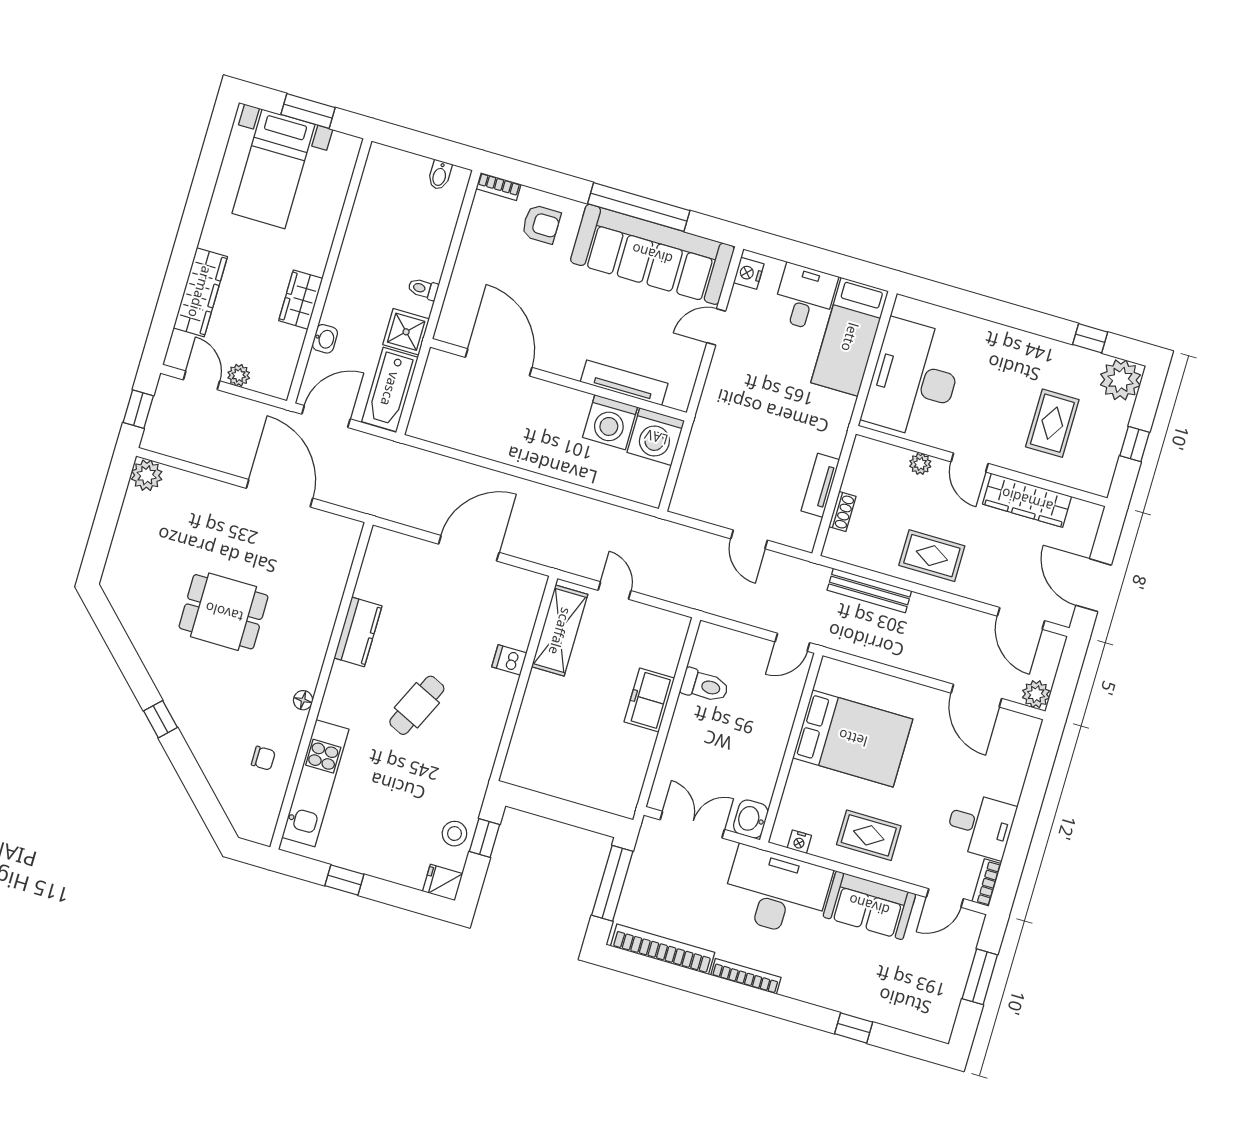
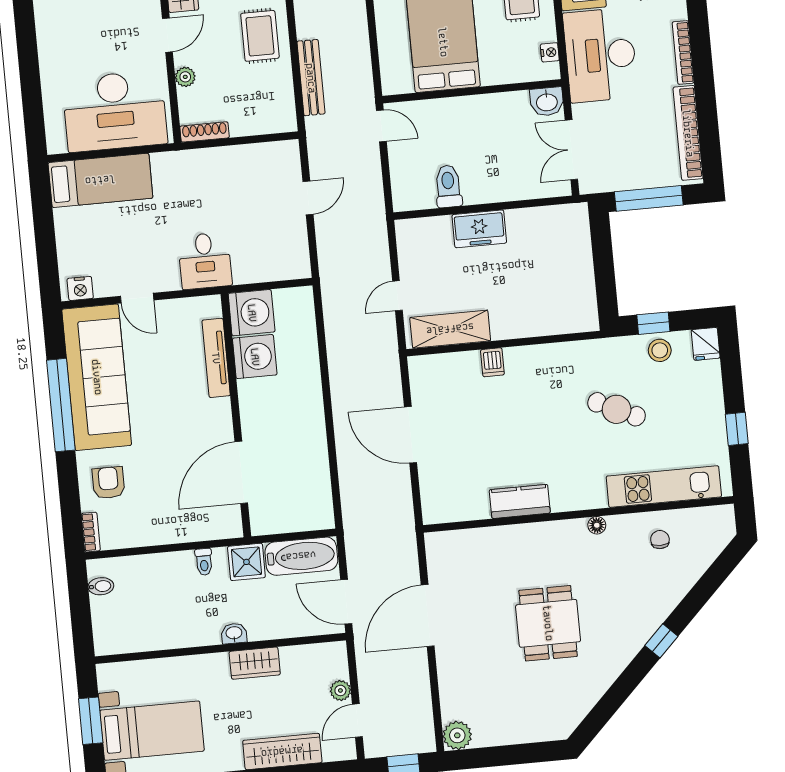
desk: (805, 297) -> (205, 261), moved, turned -90
washbasin: (325, 339) -> (234, 633), moved
tv unit: (820, 485) -> (237, 155), removed
shoe rack: (842, 511) -> (205, 132), moved, width x1.43
cafe table: (417, 705) -> (617, 409), moved

